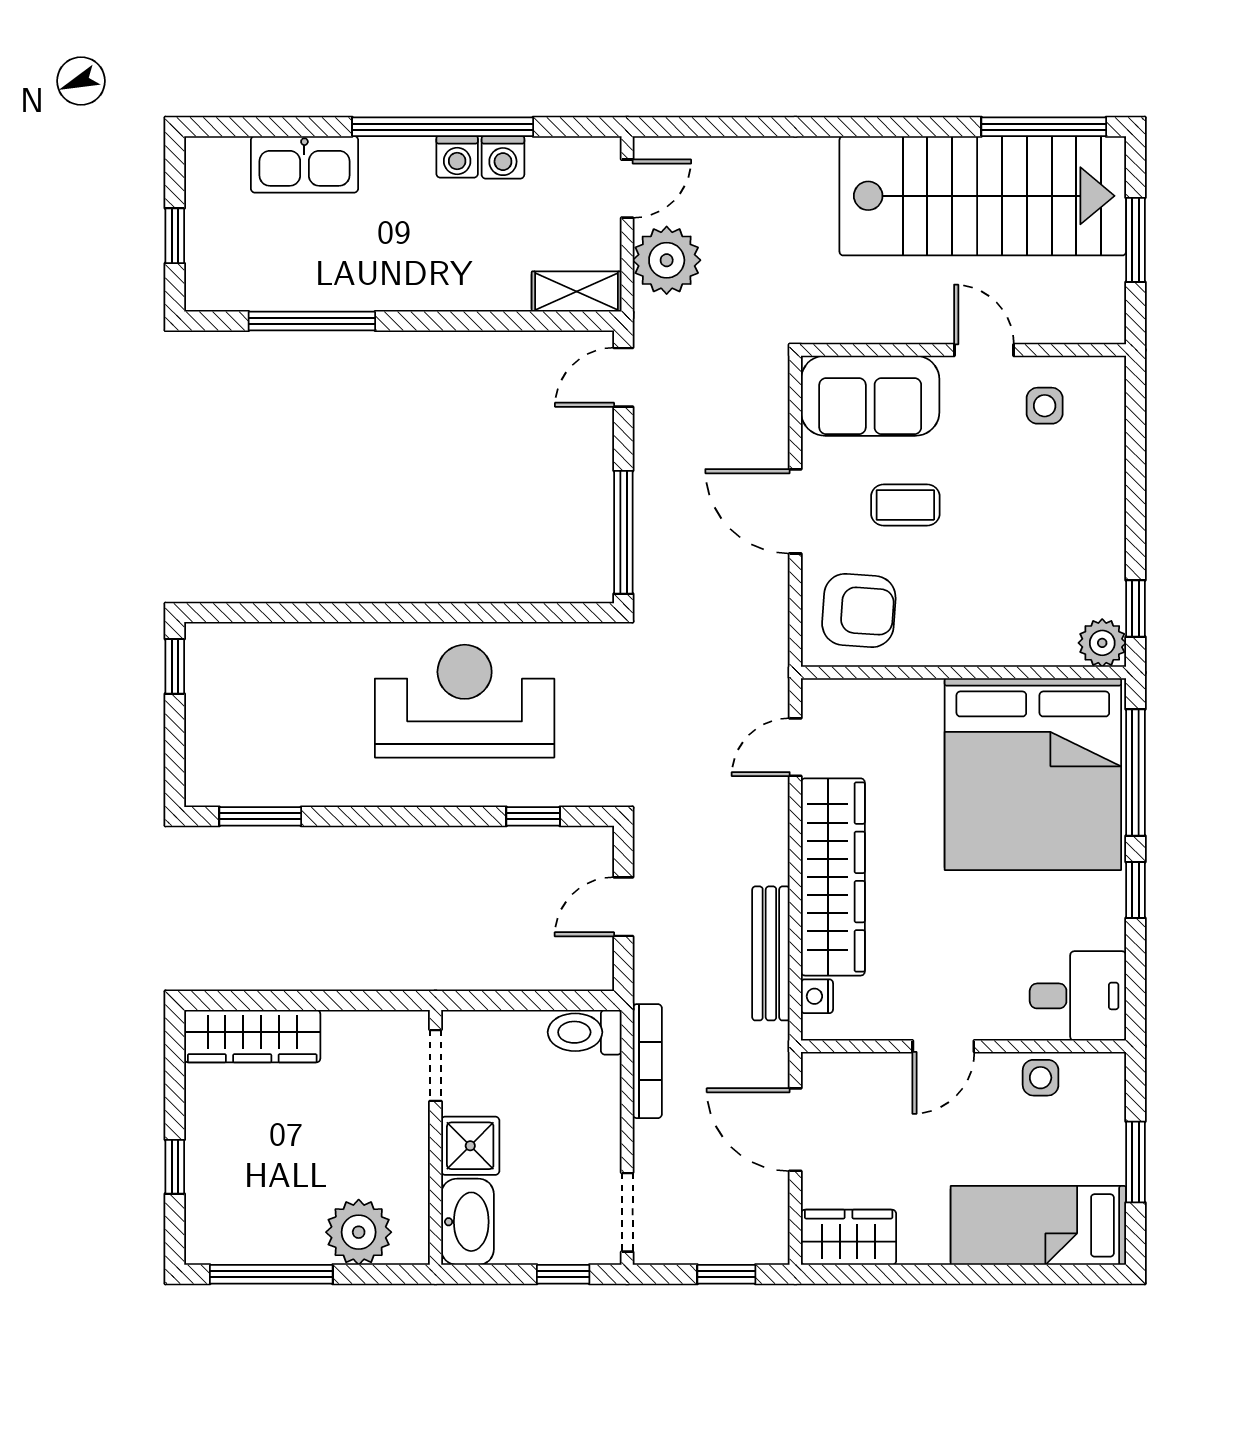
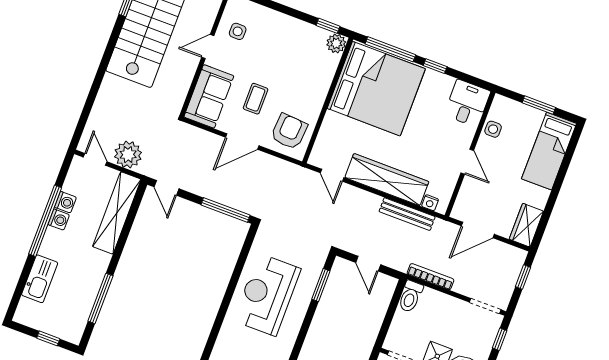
shelving: (577, 292) -> (117, 213), width x2.20, depth x1.33
window: (533, 816) -> (321, 285), width x1.50

